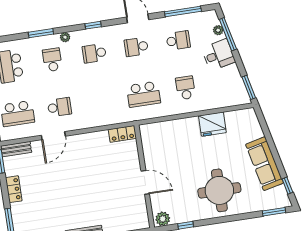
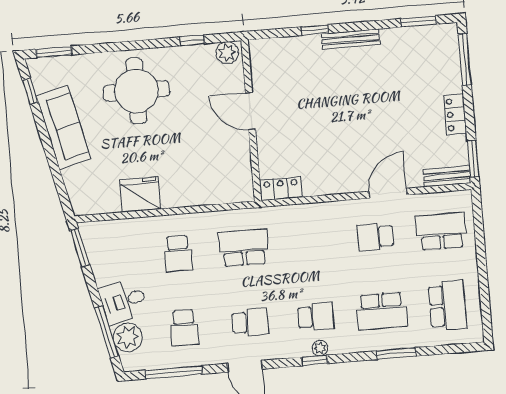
plant: (218, 30) -> (128, 337), width x1.87, depth x1.87
plant: (65, 37) -> (320, 348), moved
school desk: (178, 40) -> (184, 328), turned -90
school desk: (52, 60) -> (382, 311), width x1.85

